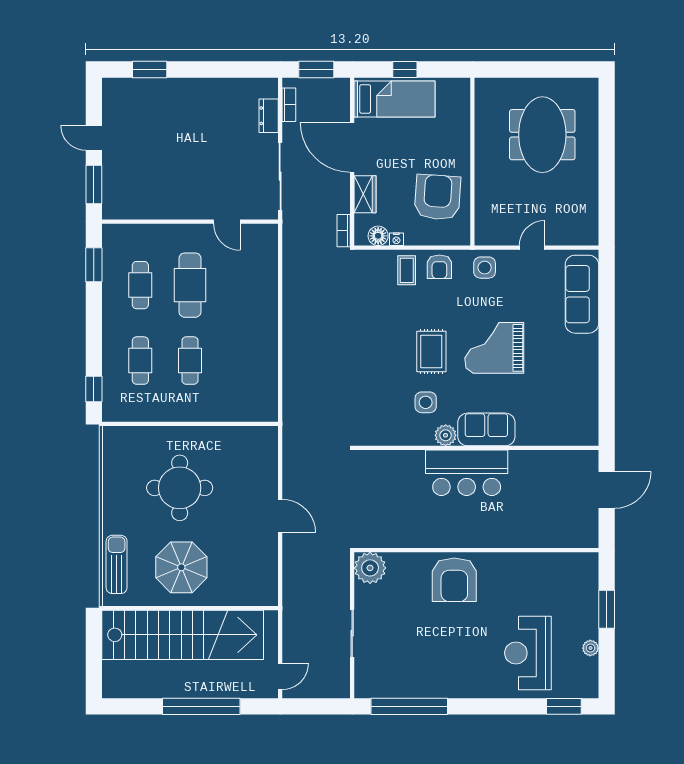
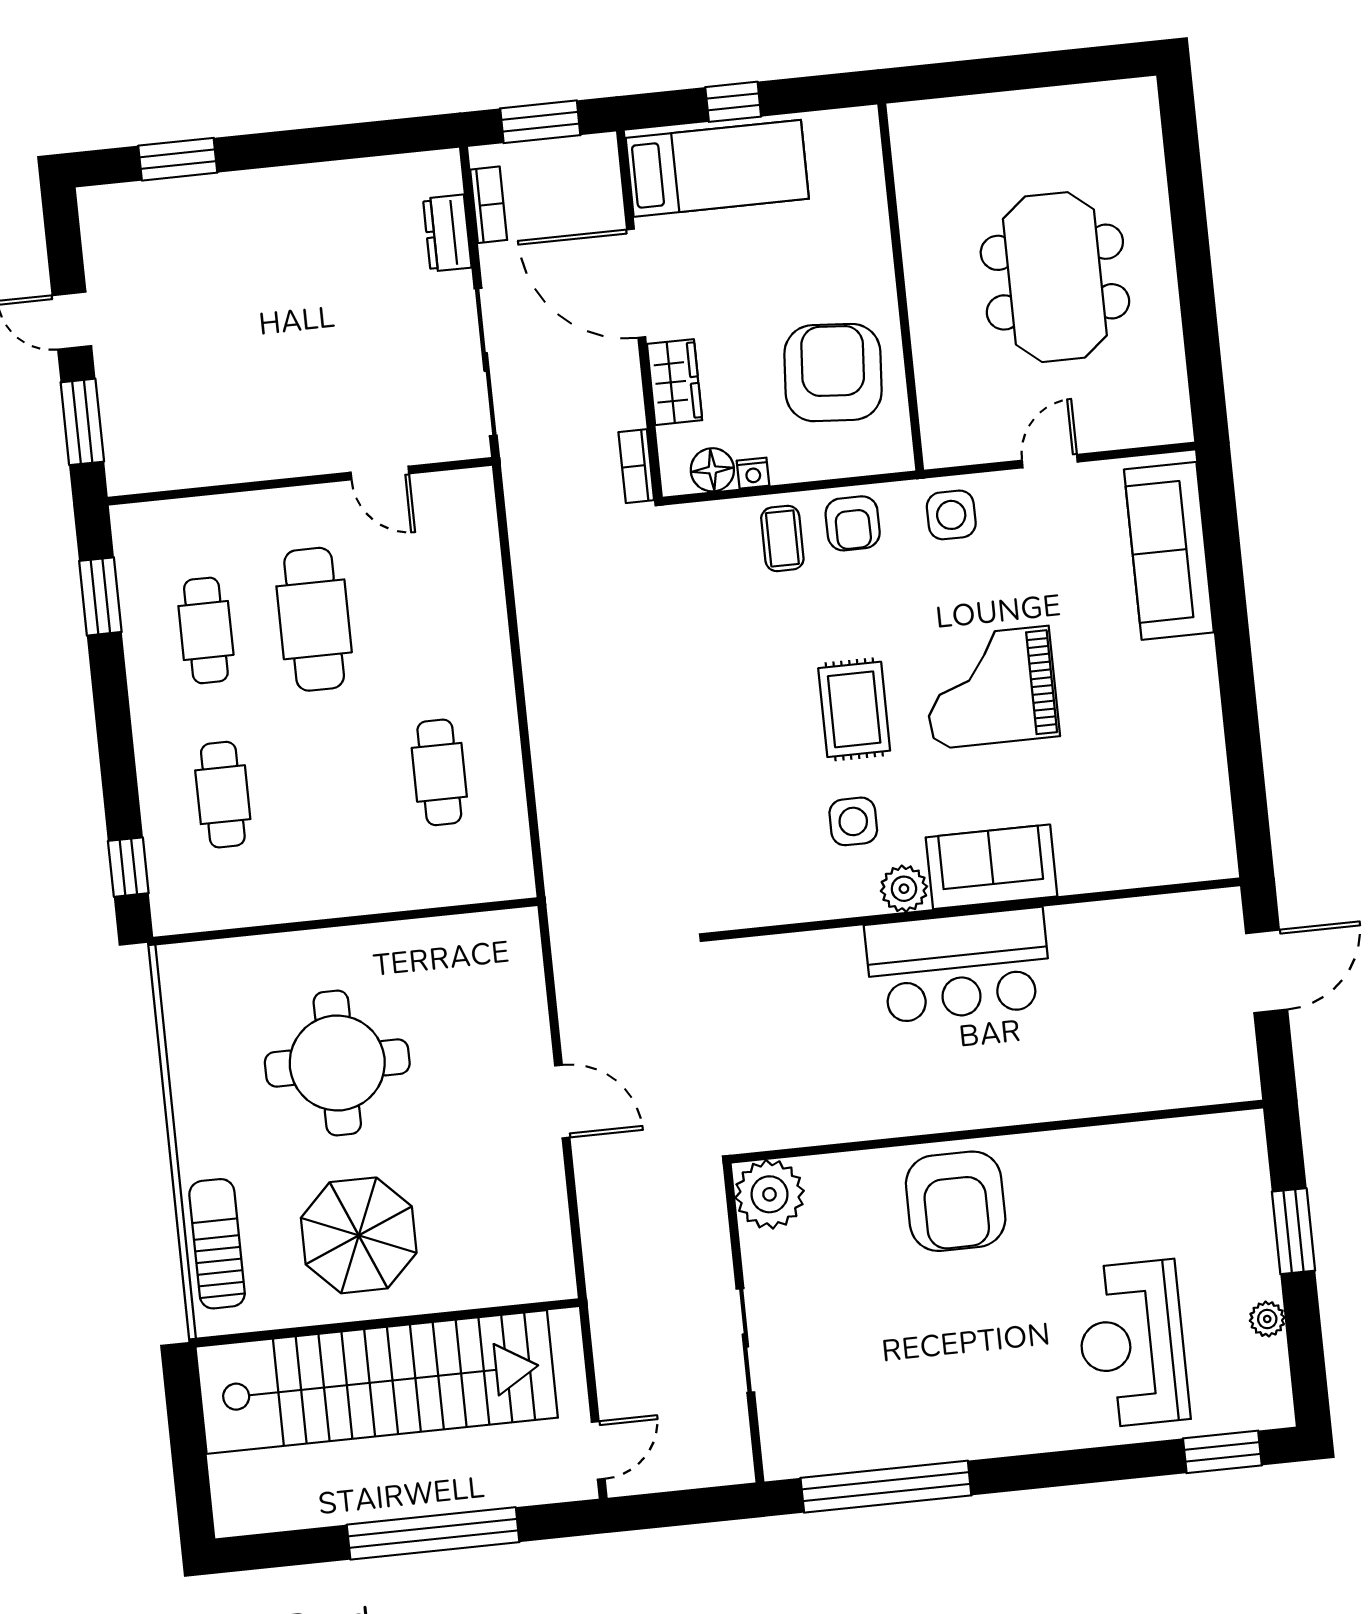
meeting table: (542, 135) -> (1055, 277), moved
cafe table: (190, 361) -> (439, 772), moved

